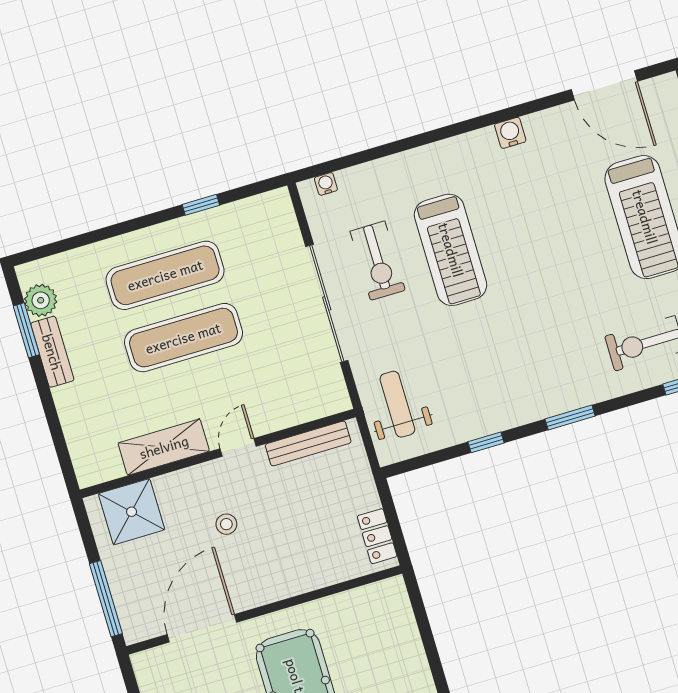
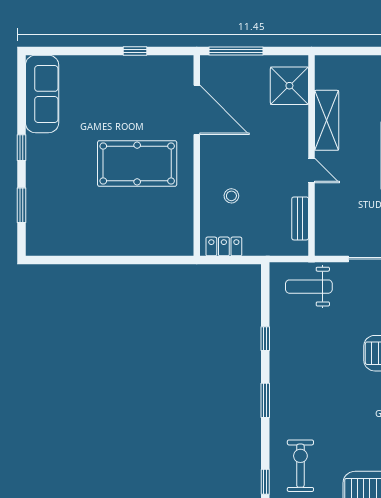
weight bench: (397, 404) -> (309, 287), turned 180
bench: (308, 443) -> (300, 218), width x0.73
stool: (226, 524) -> (231, 196), moved

